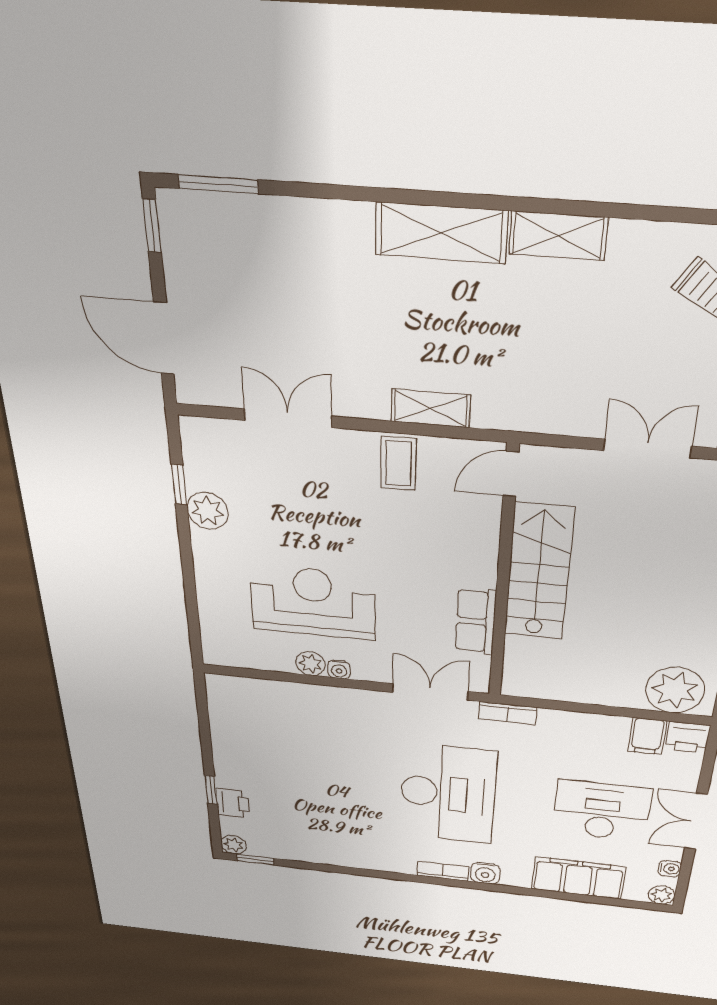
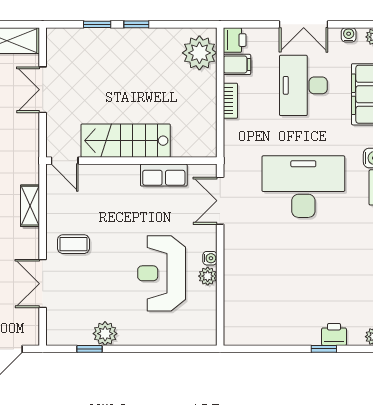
coffee table: (398, 463) -> (73, 244), moved
bookcase: (507, 713) -> (230, 101), moved

